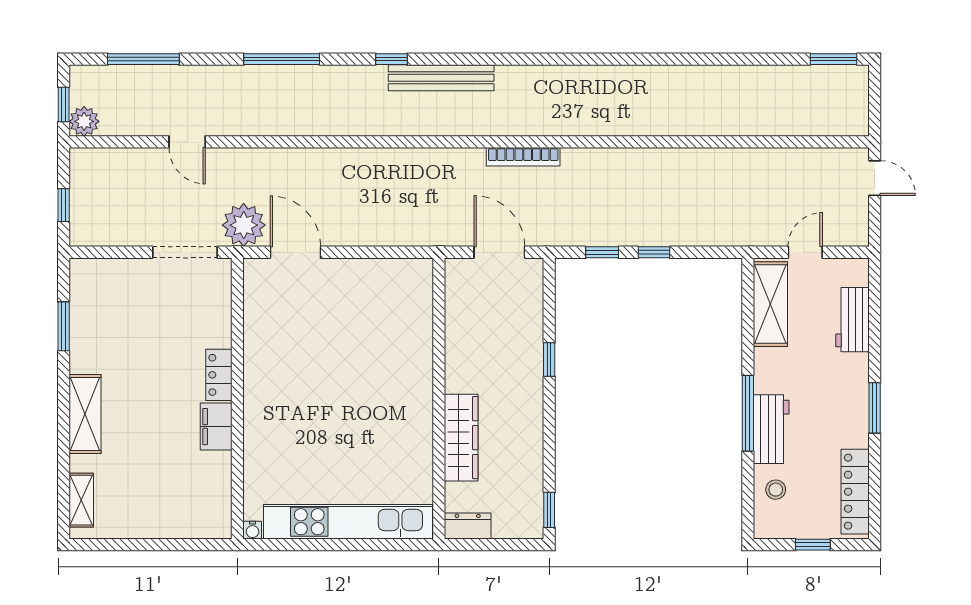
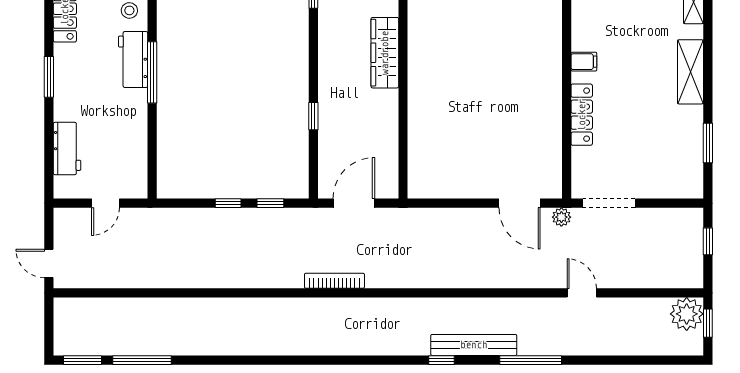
window: (143, 59) -> (142, 360), moved
bench: (441, 78) -> (474, 345), moved
plant: (84, 121) -> (687, 314), width x1.36, depth x1.36
door: (187, 142) -> (582, 293), moved
plant: (244, 225) -> (561, 217), width x0.53, depth x0.53
door: (499, 252) -> (354, 203), swing flipped
shelving: (770, 304) -> (134, 161), removed
locker: (219, 375) -> (582, 115), width x1.53
filing cabinet: (216, 427) -> (584, 62), width x0.50

